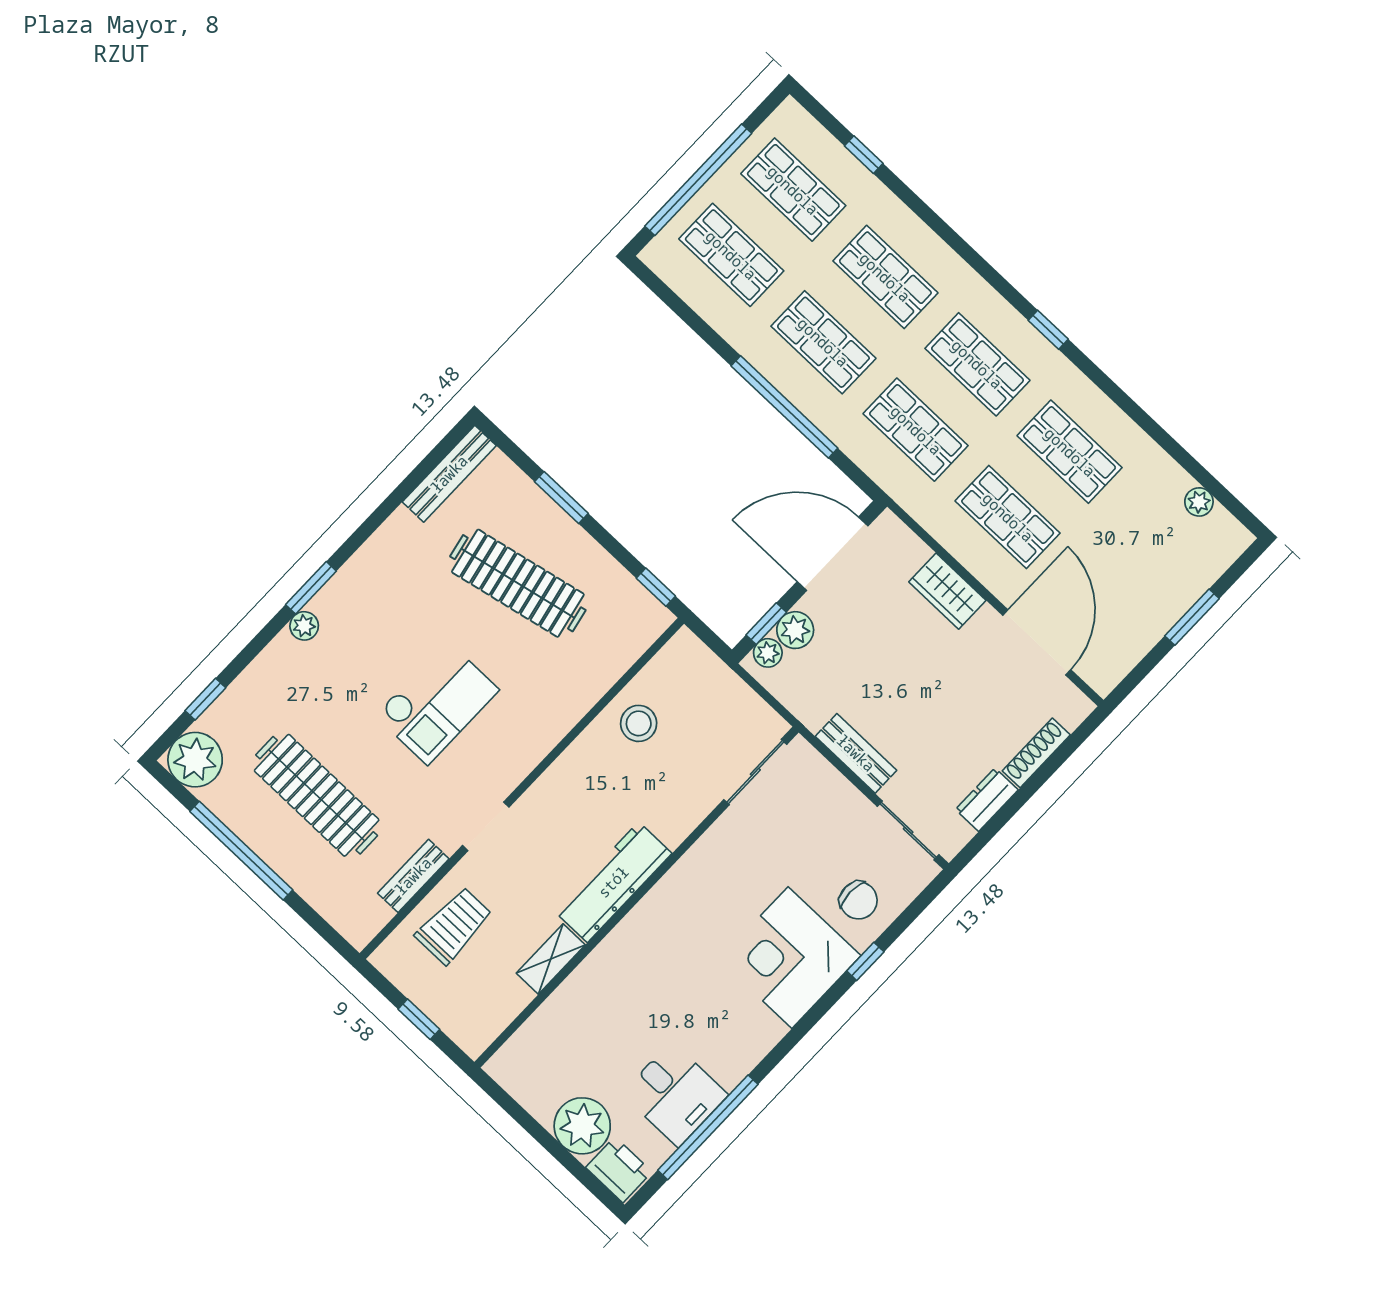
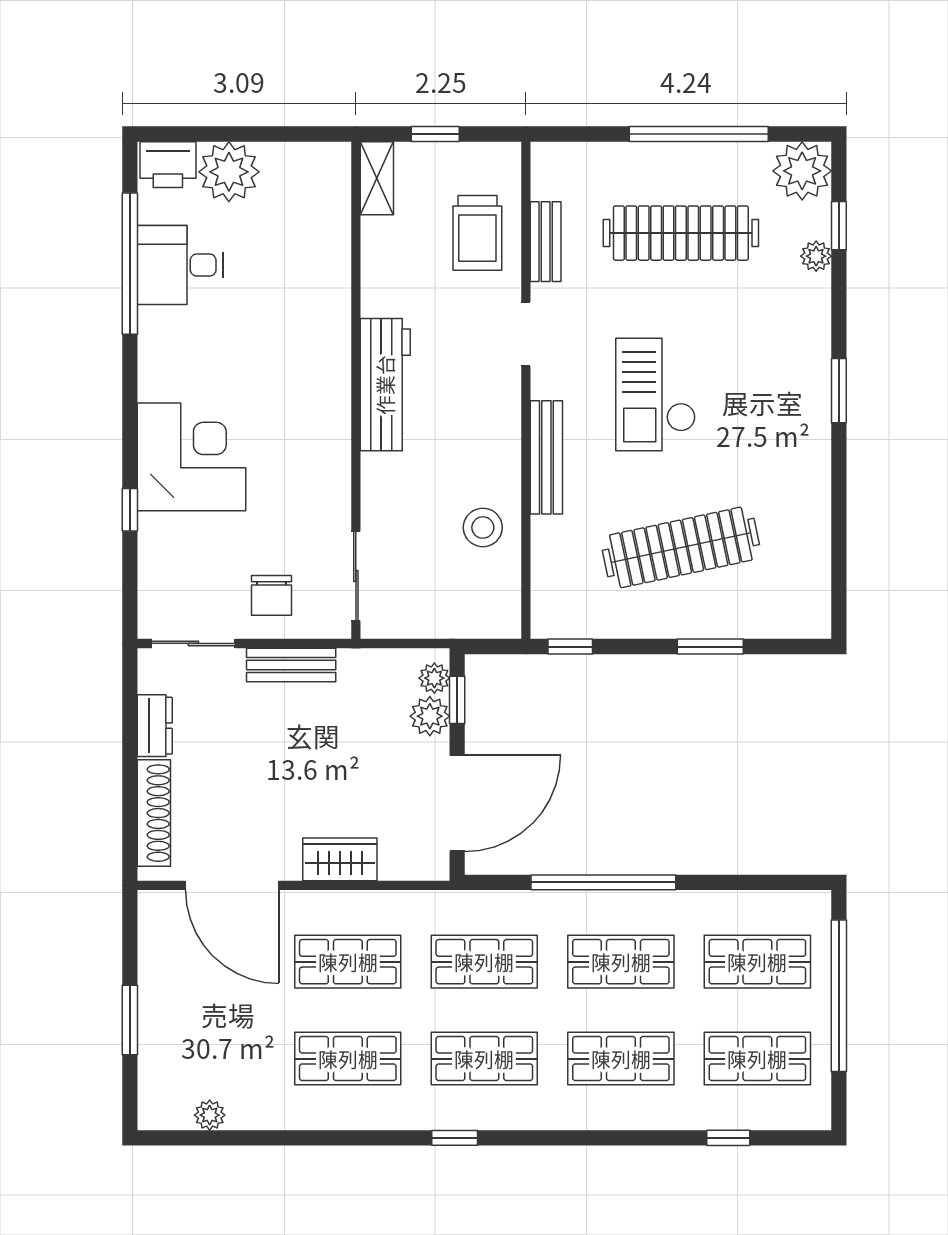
bench: (449, 474) -> (546, 457), moved
plant: (304, 626) -> (816, 256), moved
shoe rack: (1036, 753) -> (154, 813), width x1.36, depth x1.24
chair: (858, 900) -> (271, 595), moved, turned -90
shelving: (551, 959) -> (377, 178), moved

